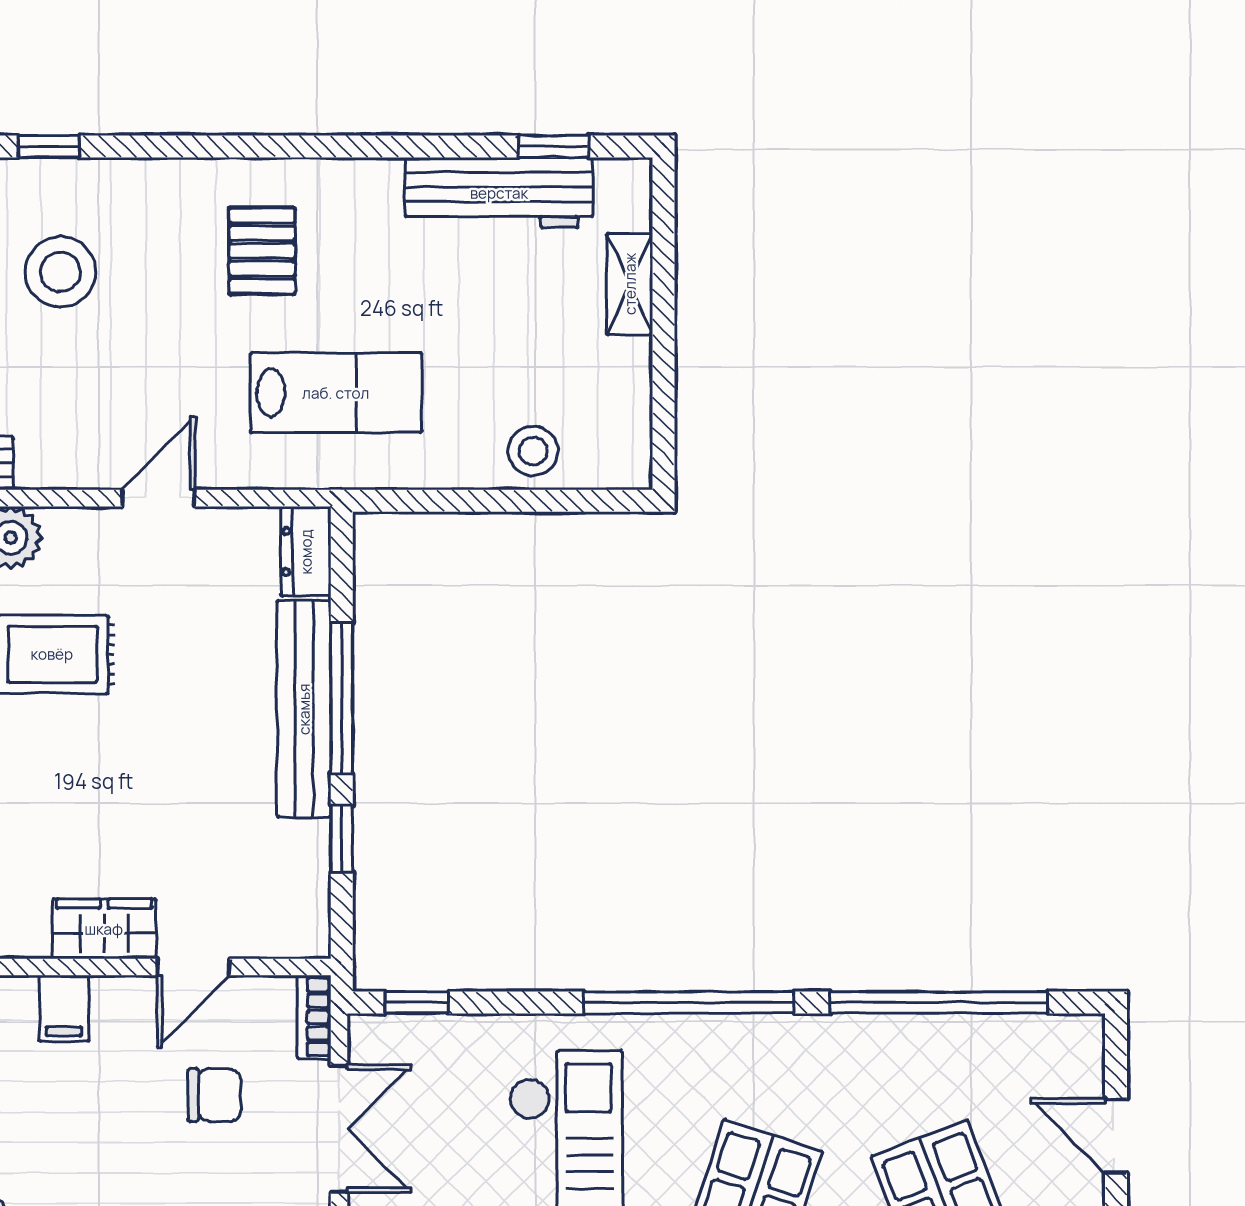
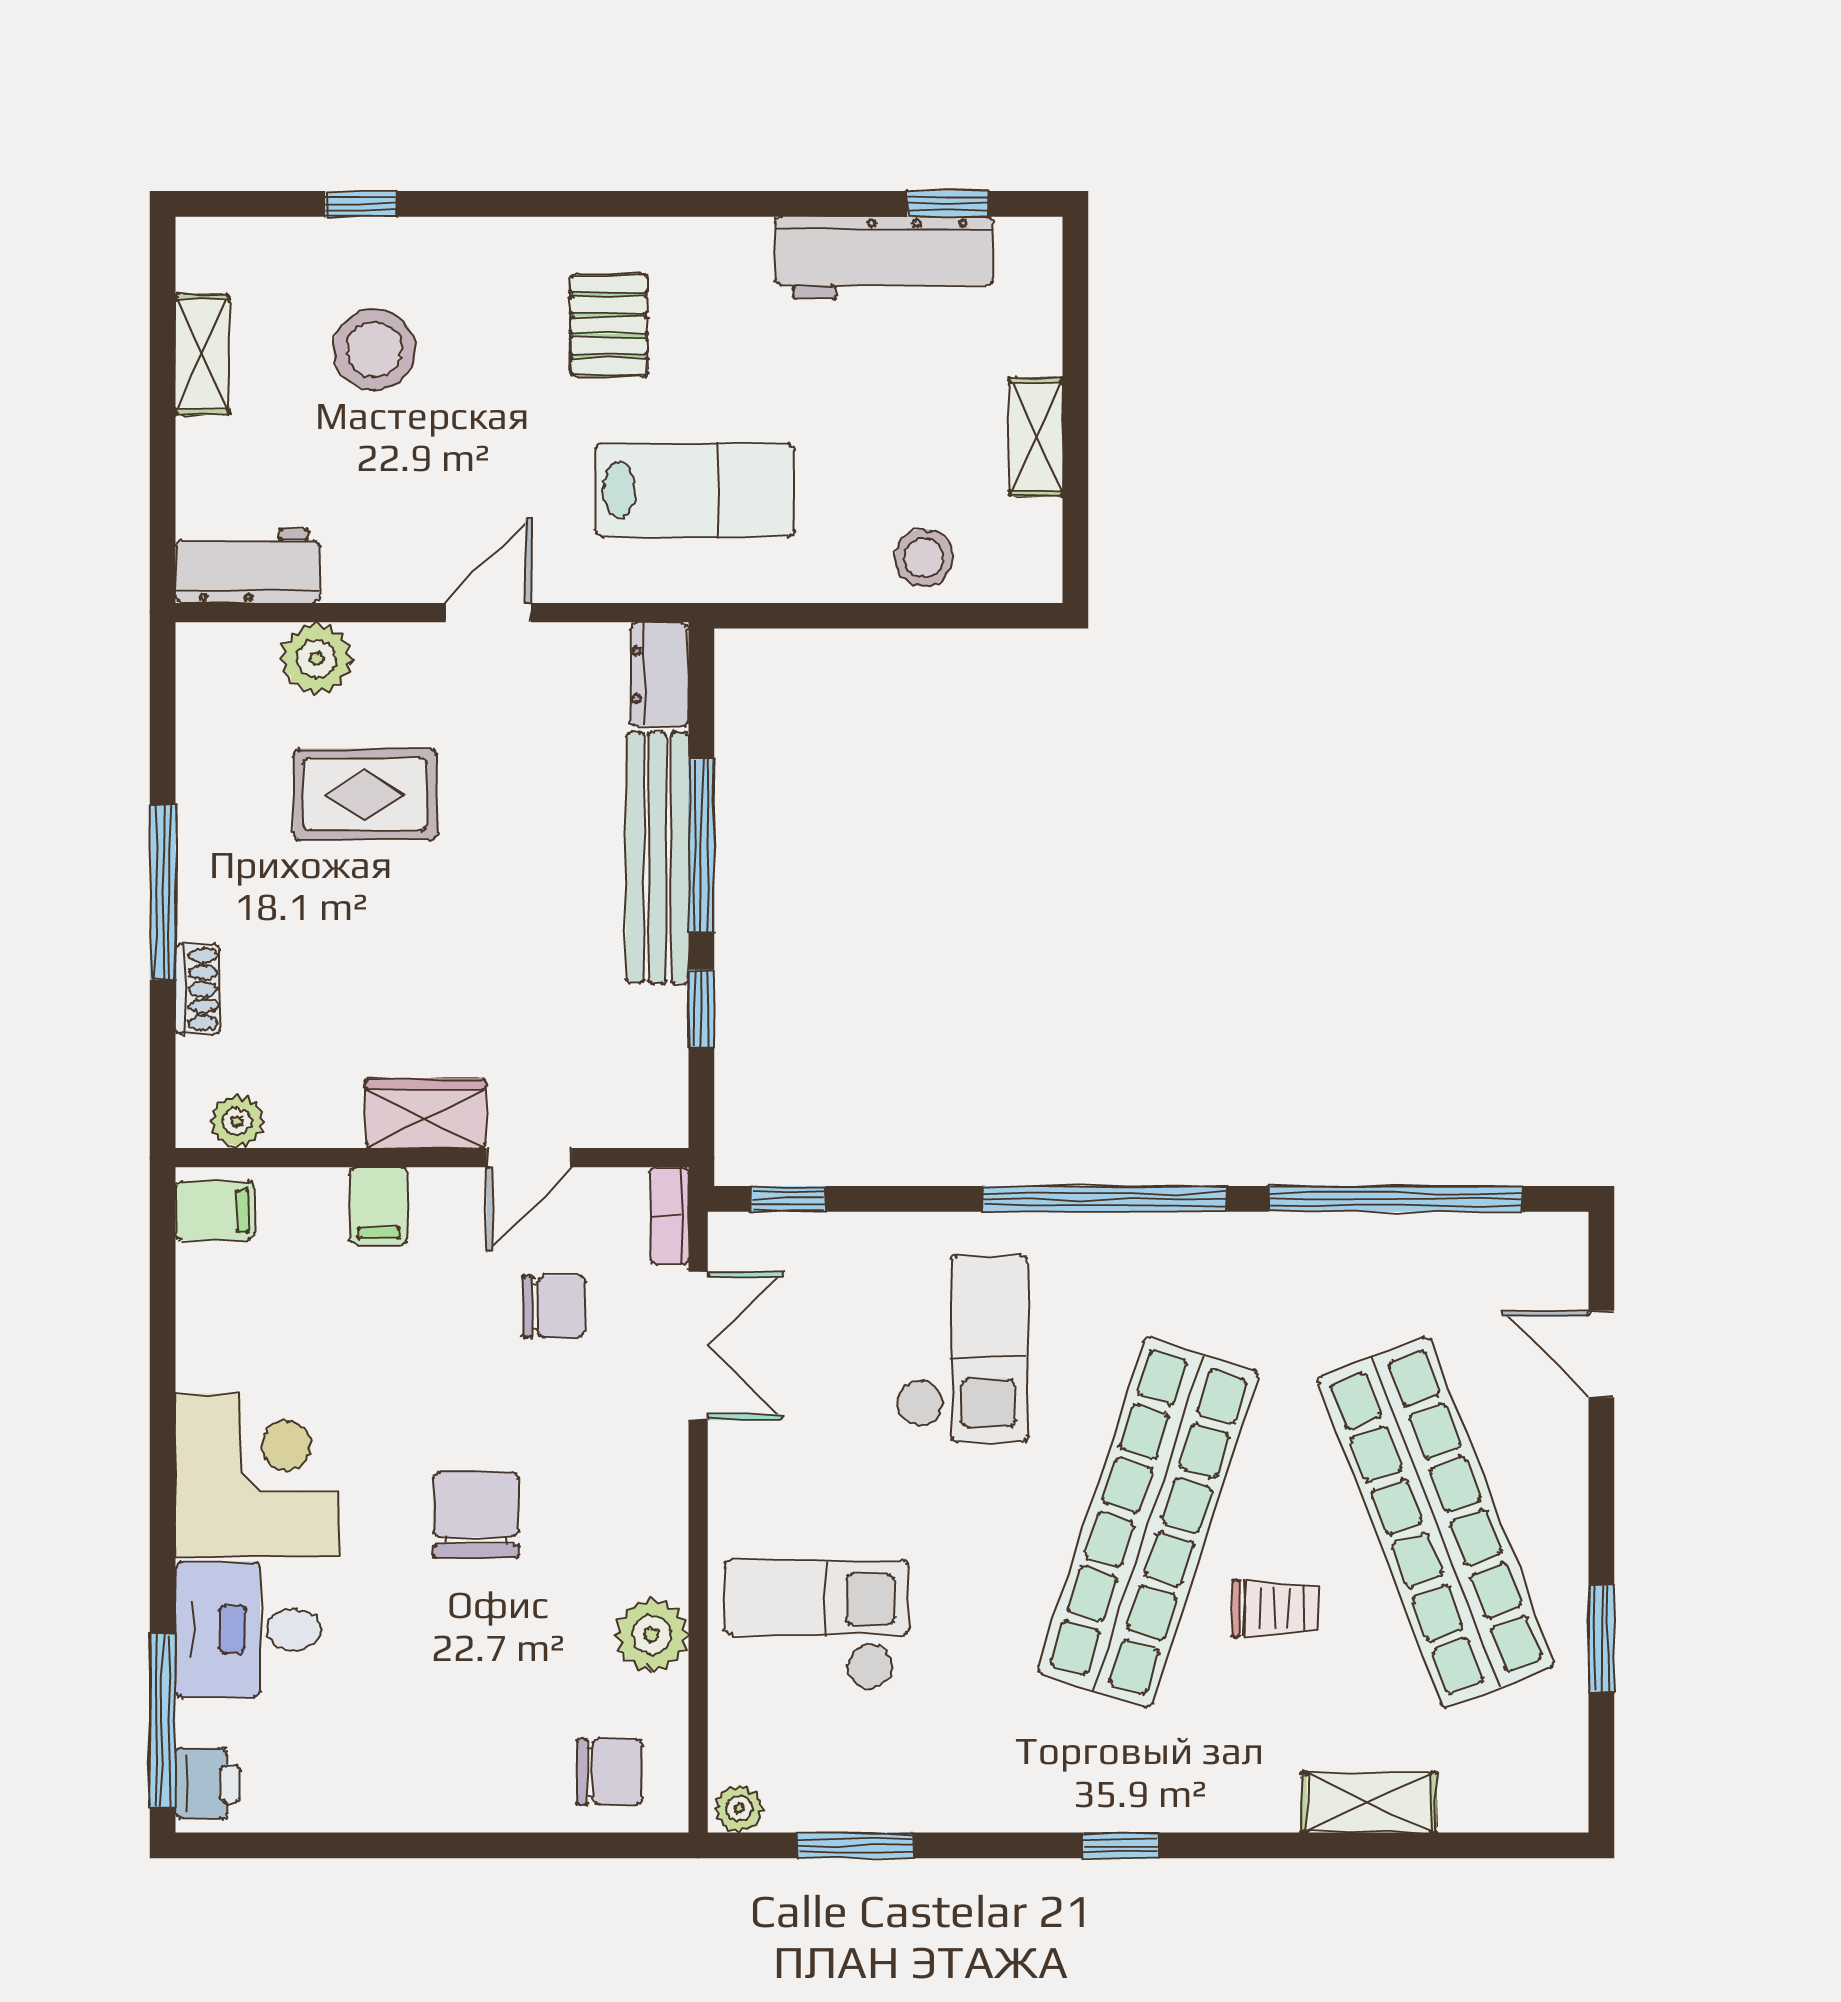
shelving: (630, 284) -> (1036, 437), moved

